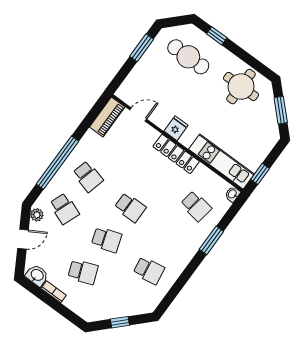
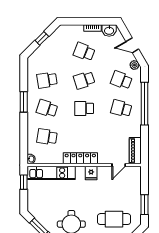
school desk: (172, 238) -> (47, 108), added
door: (23, 239) -> (132, 45), hinge flipped
window: (211, 240) -> (24, 102), moved
school desk: (83, 272) -> (84, 52), turned 42

